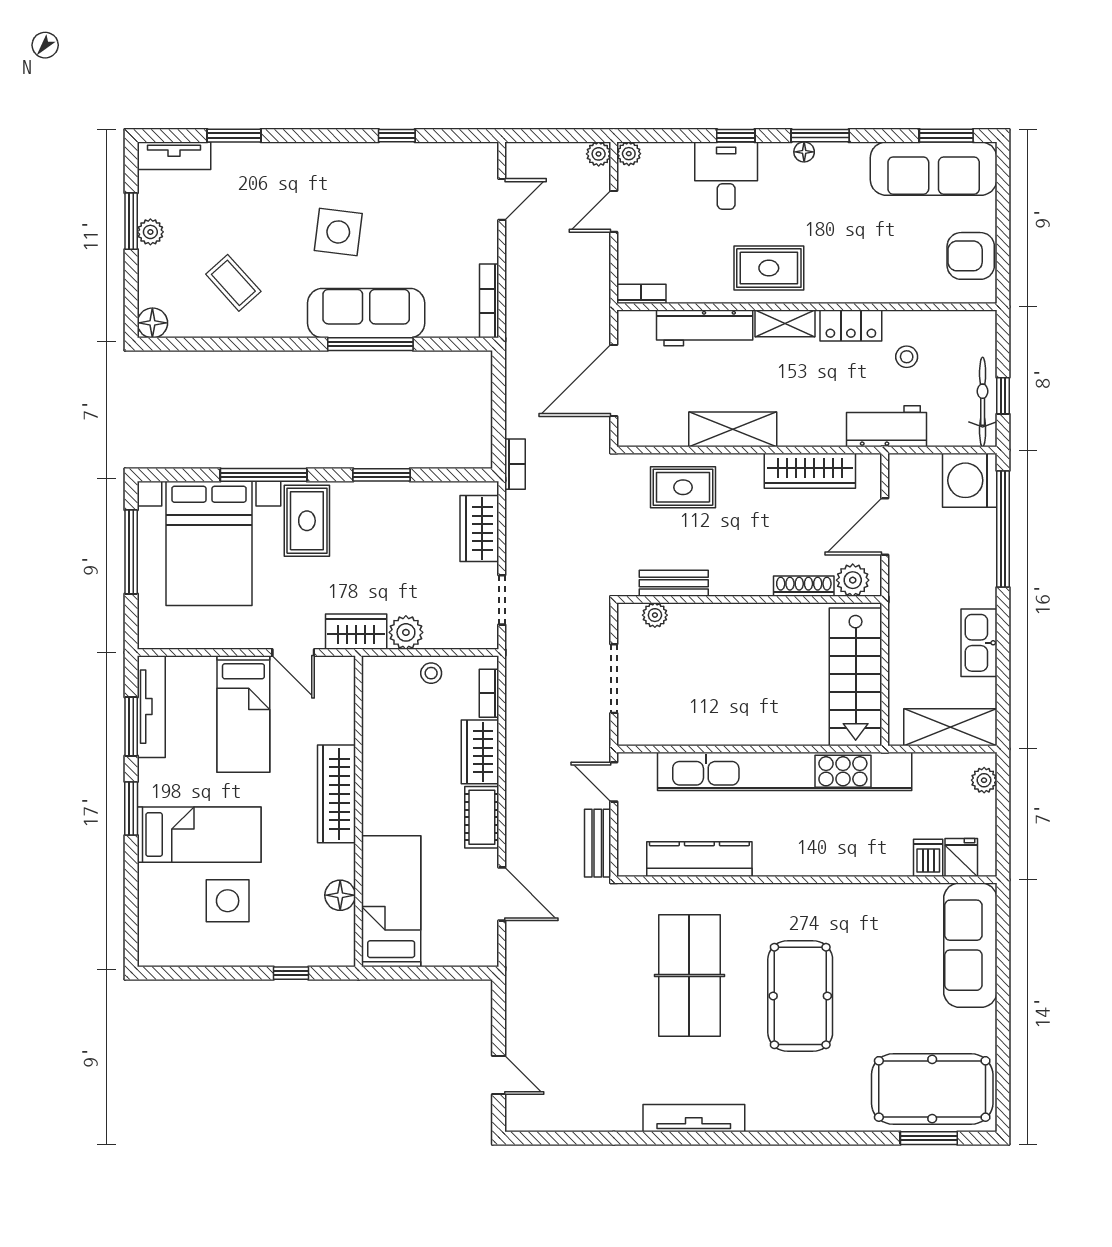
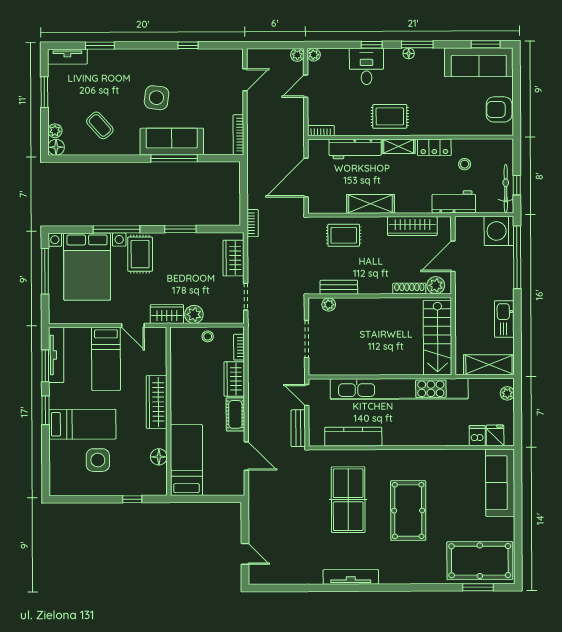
plant: (150, 232) -> (55, 131), moved

